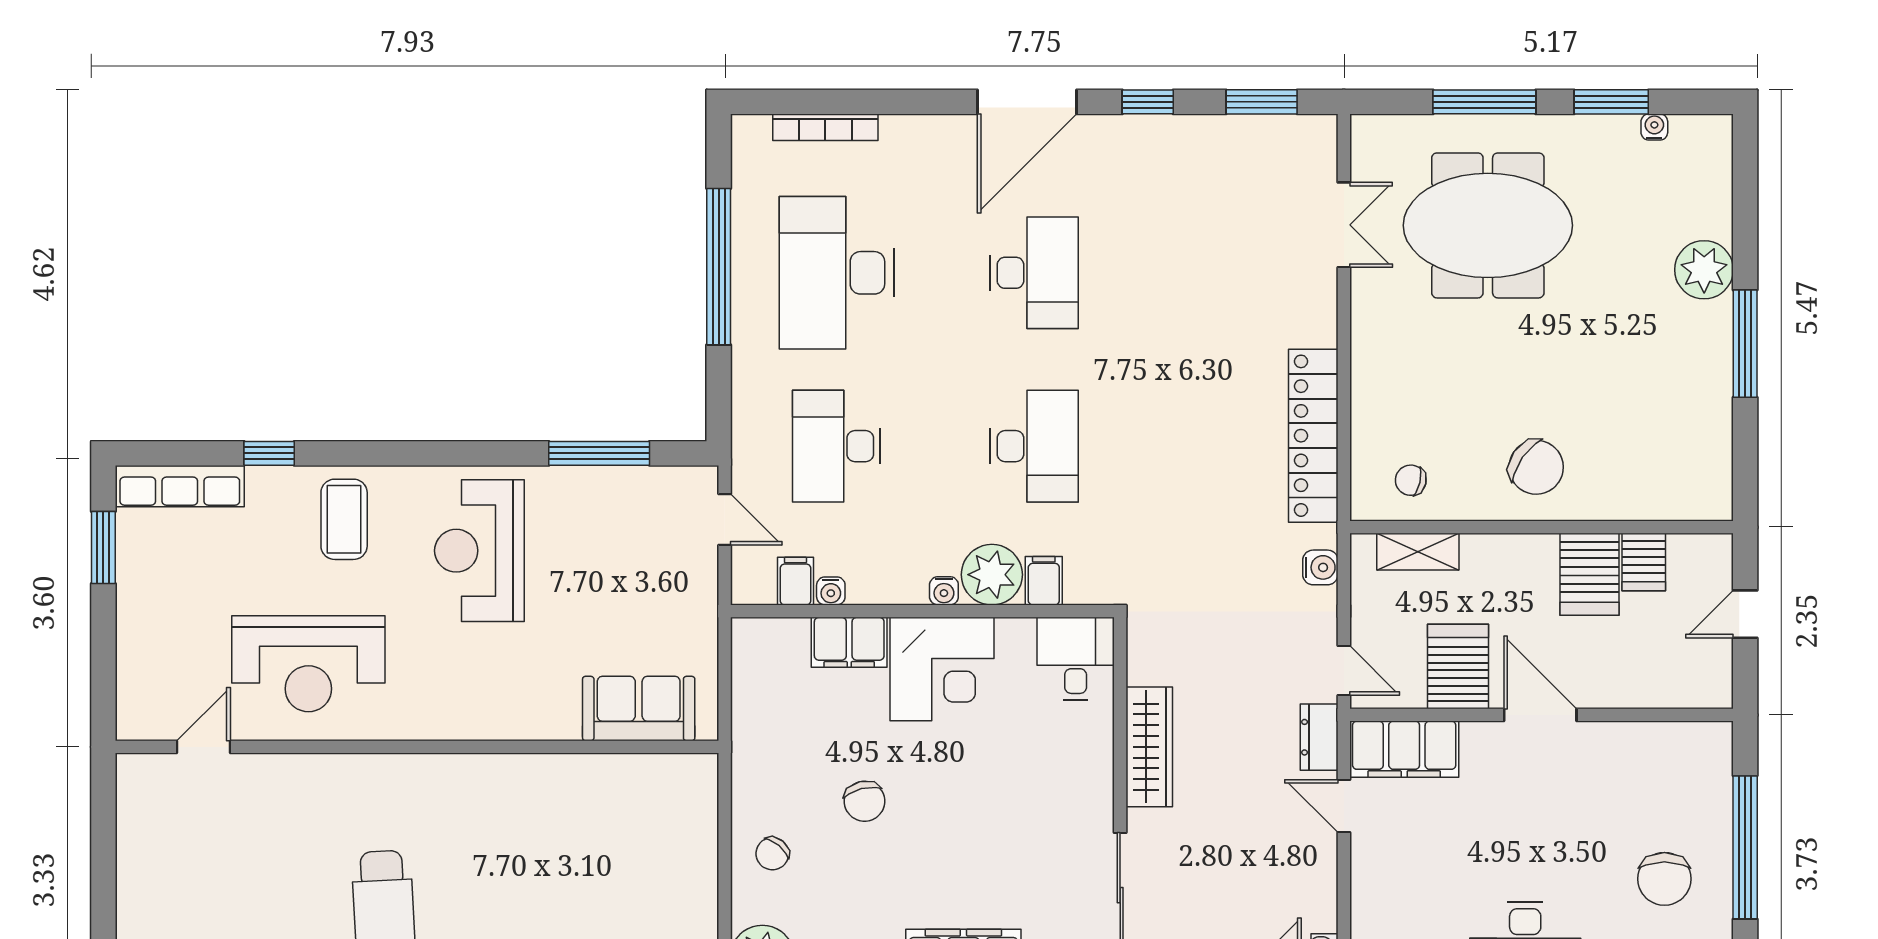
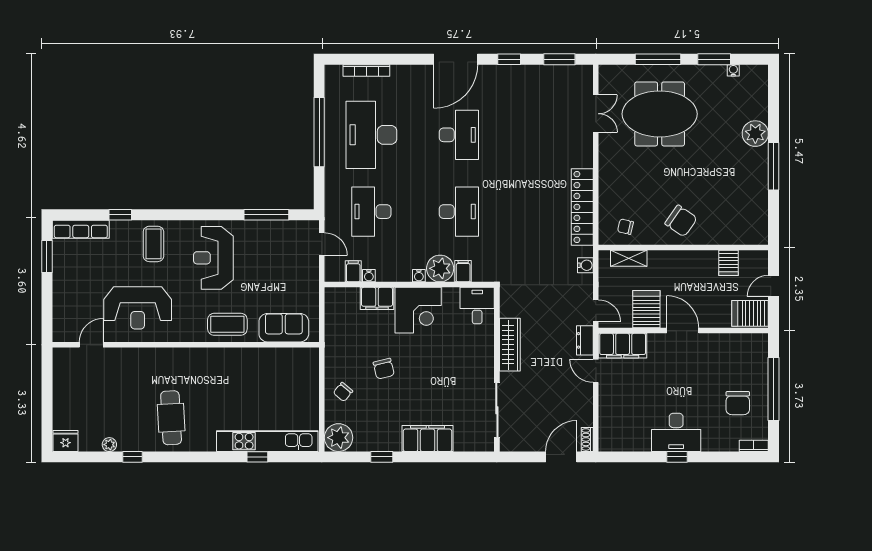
server rack: (1590, 574) -> (750, 313), moved, turned 90
coffee table: (511, 701) -> (227, 324), added

